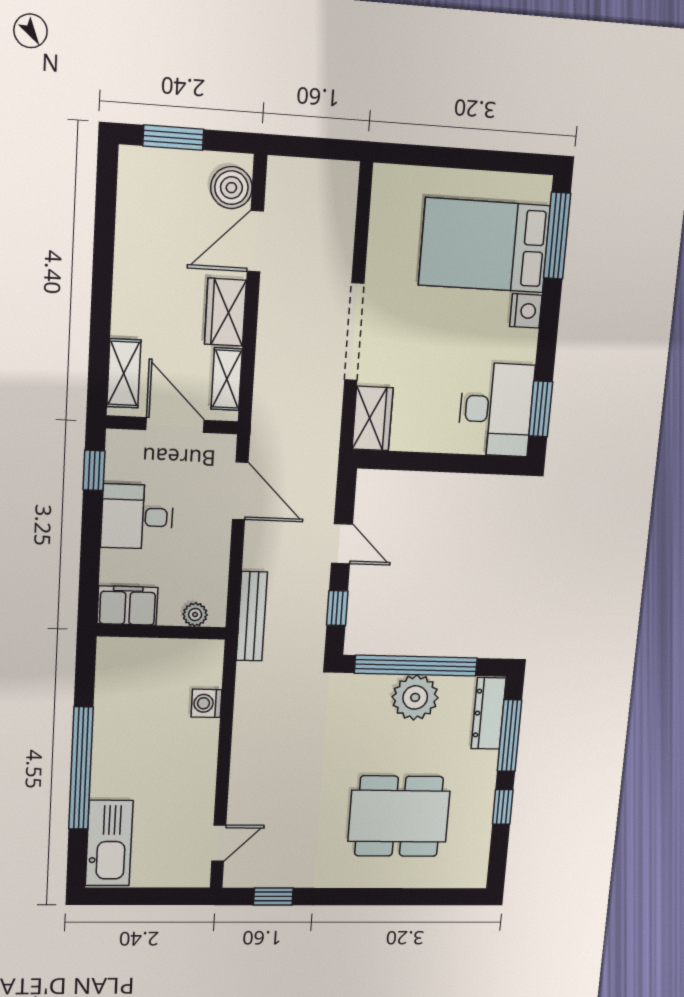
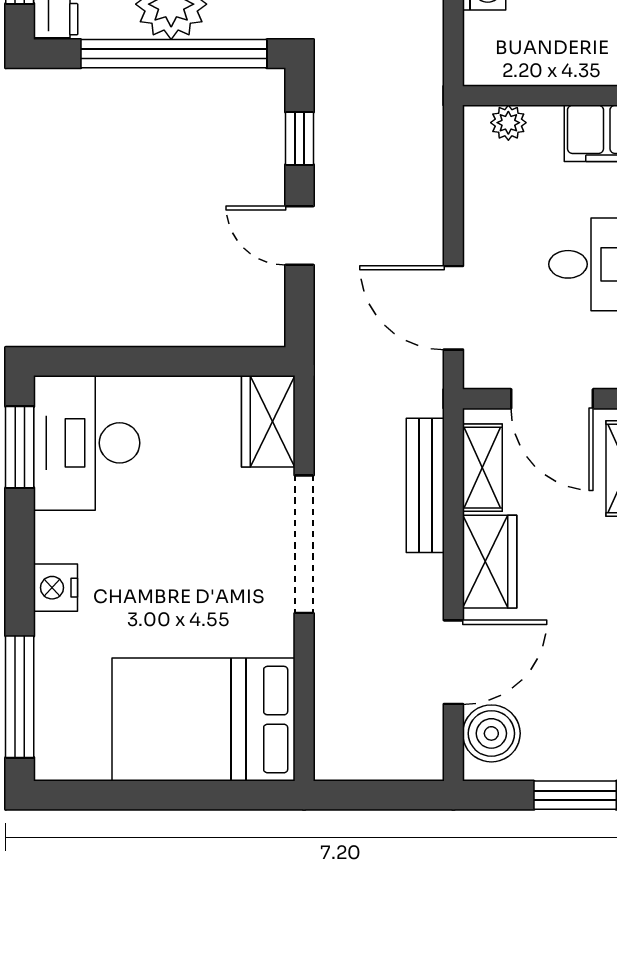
bed: (485, 245) -> (204, 720), moved, turned 180
bench: (252, 616) -> (425, 485), moved

